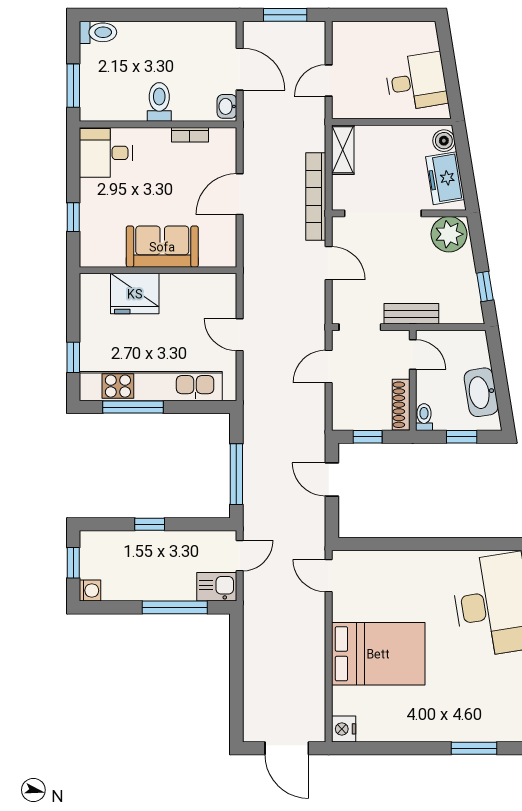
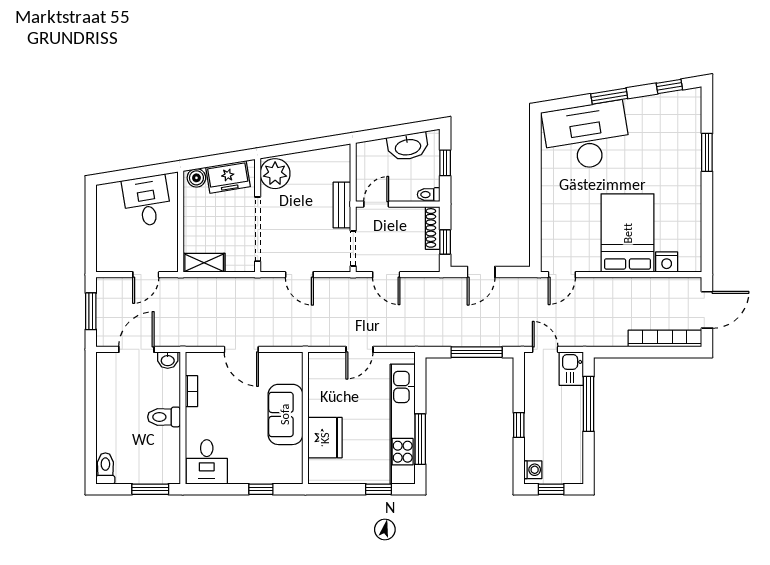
door: (329, 80) -> (146, 275), hinge flipped
bookcase: (316, 197) -> (665, 339), moved, turned 180
door: (329, 263) -> (299, 275), swing flipped
window: (485, 286) -> (319, 143), removed
shoe rack: (401, 405) -> (433, 228), moved, turned 90
washing machine: (90, 590) -> (533, 470), moved, turned 90
nightstand: (344, 729) -> (667, 262), moved

